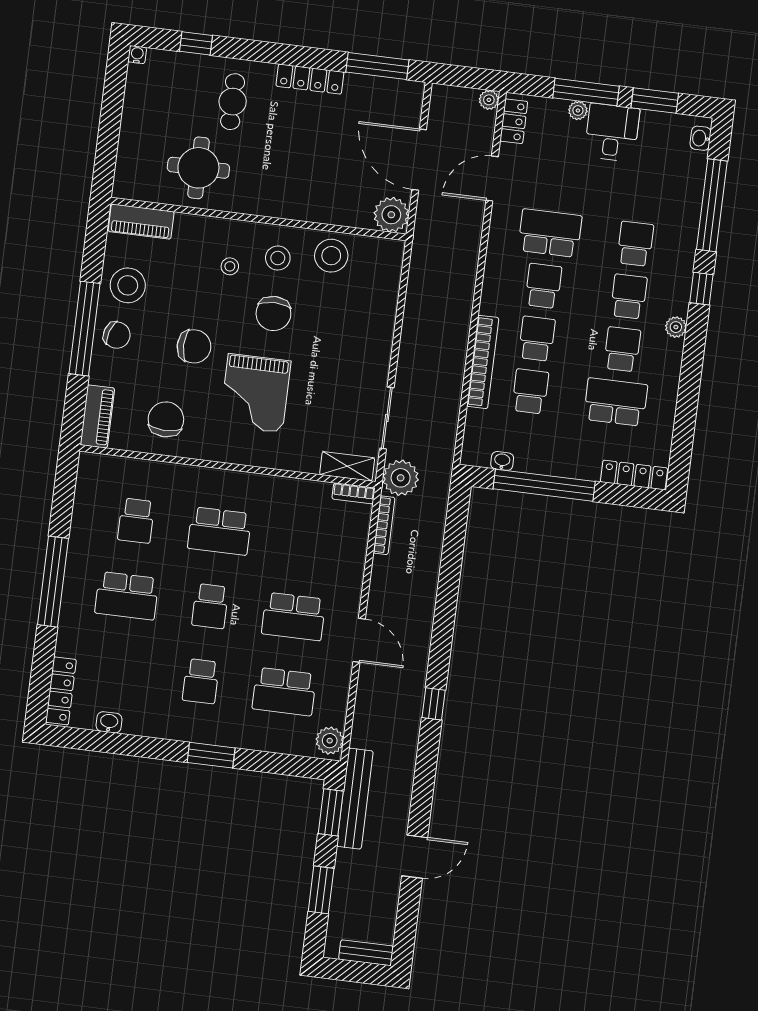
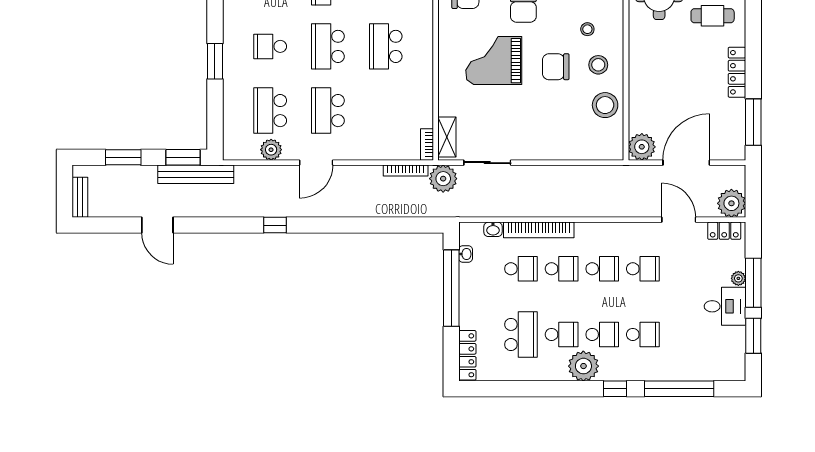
plant: (489, 100) -> (731, 203), width x1.87, depth x1.87
washbasin: (700, 138) -> (493, 229), moved, turned 180
school desk: (550, 233) -> (643, 269), width x0.54
plant: (676, 327) -> (583, 366), width x1.88, depth x1.88
school desk: (210, 606) -> (328, 46), width x1.85
plant: (330, 741) -> (271, 150), moved

